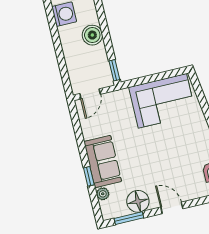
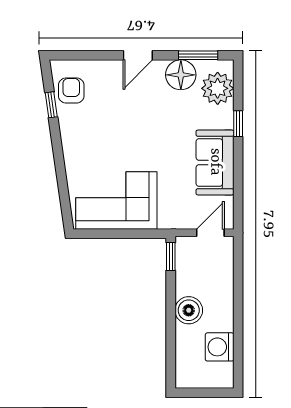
sofa: (103, 162) -> (215, 162), moved
plant: (103, 194) -> (218, 88), width x1.87, depth x1.87
door: (172, 208) -> (138, 55), hinge flipped

